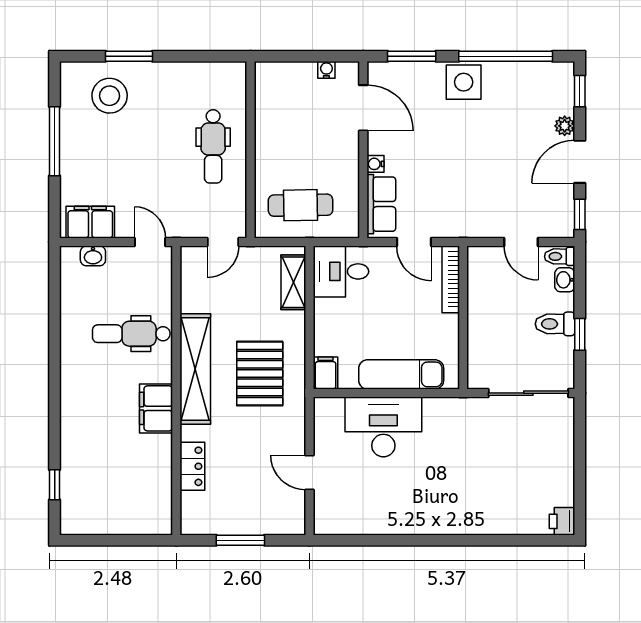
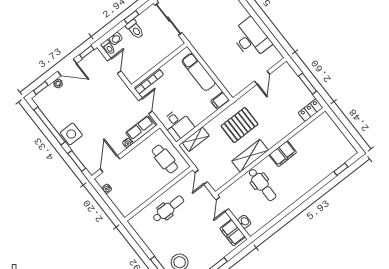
door: (223, 242) -> (201, 177), swing flipped
shelving: (195, 369) -> (250, 156), width x0.68
desk: (383, 427) -> (251, 38), moved, turned 180
locker: (192, 466) -> (311, 110), moved

